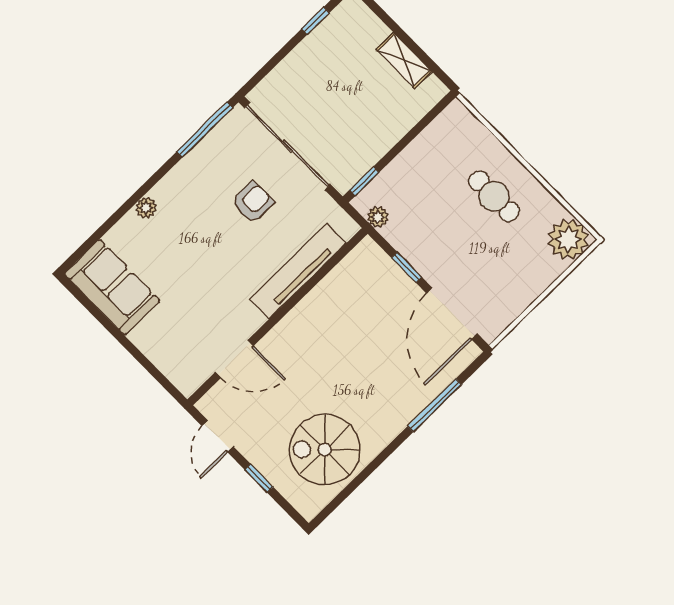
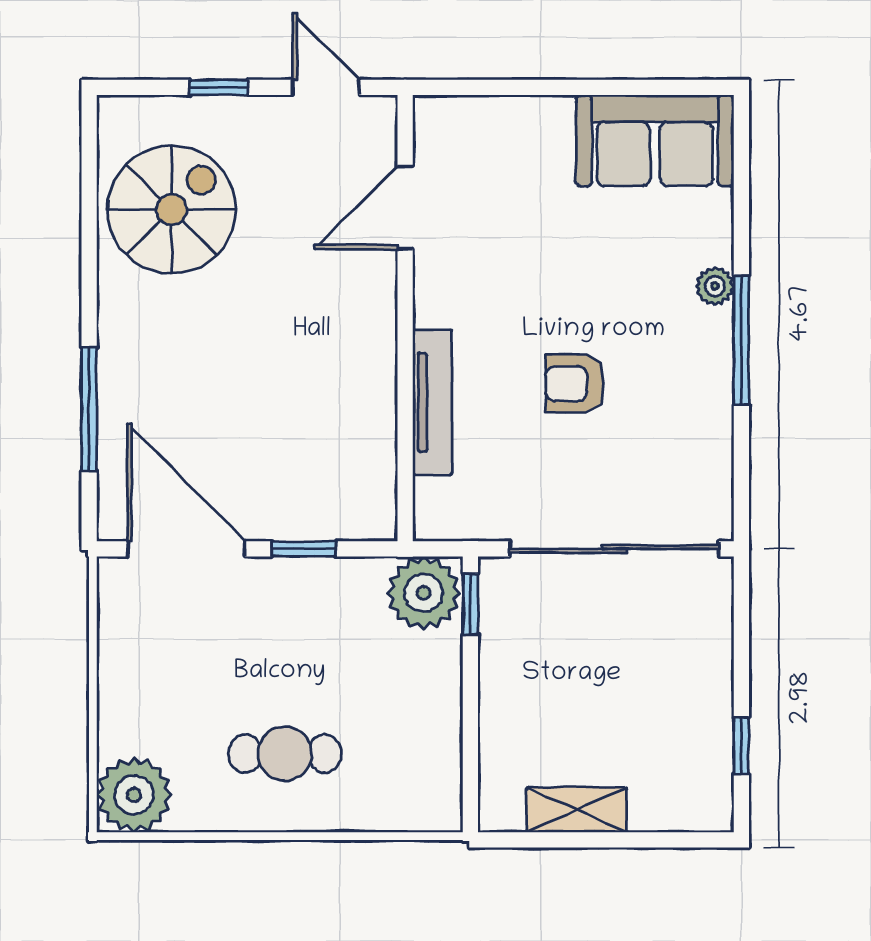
window: (205, 130) -> (741, 340), moved
armchair: (253, 202) -> (575, 384), moved, turned 91
plant: (378, 217) -> (424, 593), width x1.87, depth x1.87
tv unit: (298, 271) -> (432, 402), width x0.73, depth x0.78

